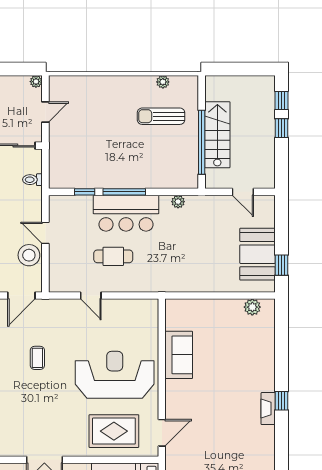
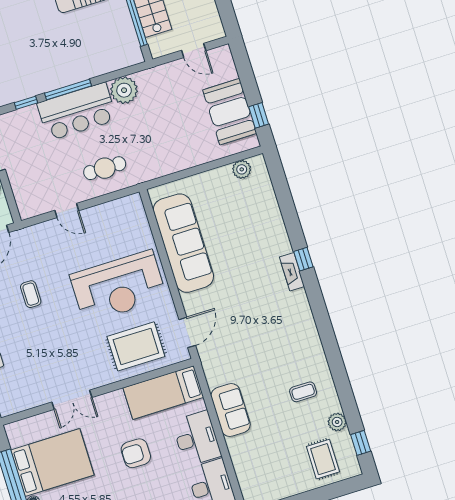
plant: (178, 202) -> (124, 90), width x1.87, depth x1.87
cafe table: (113, 256) -> (105, 168), moved
sofa: (179, 355) -> (183, 243), width x1.85, depth x1.27
reception desk: (115, 375) -> (118, 287), turned 180

